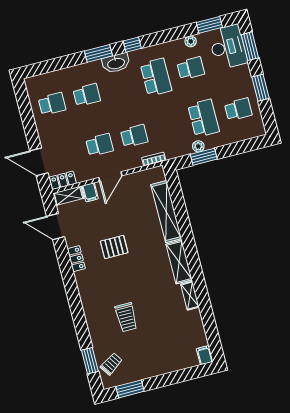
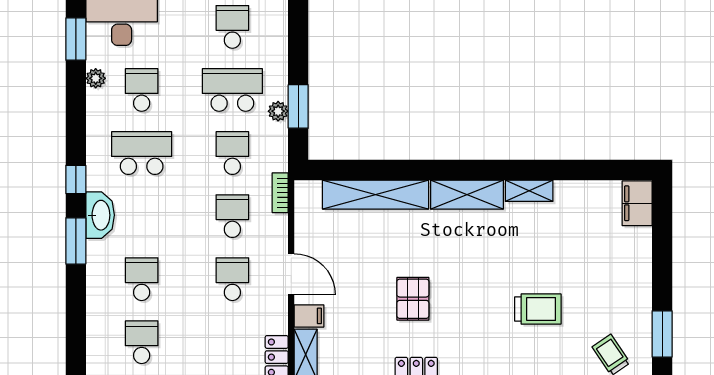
school desk: (169, 127) -> (232, 153), added
filing cabinet: (205, 355) -> (637, 203), width x2.00

